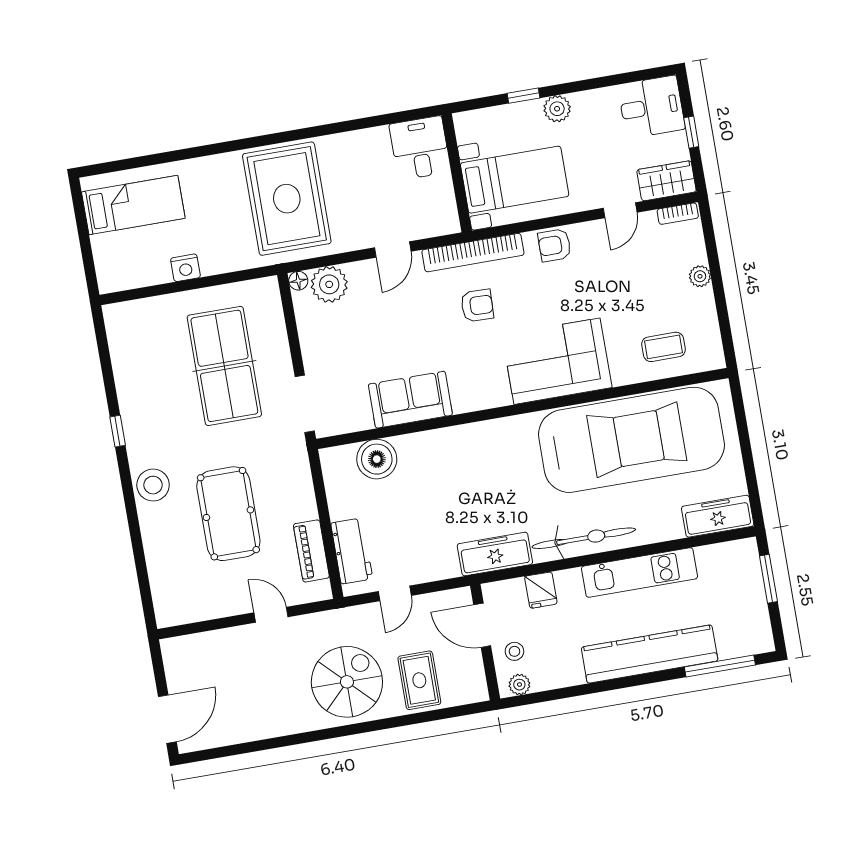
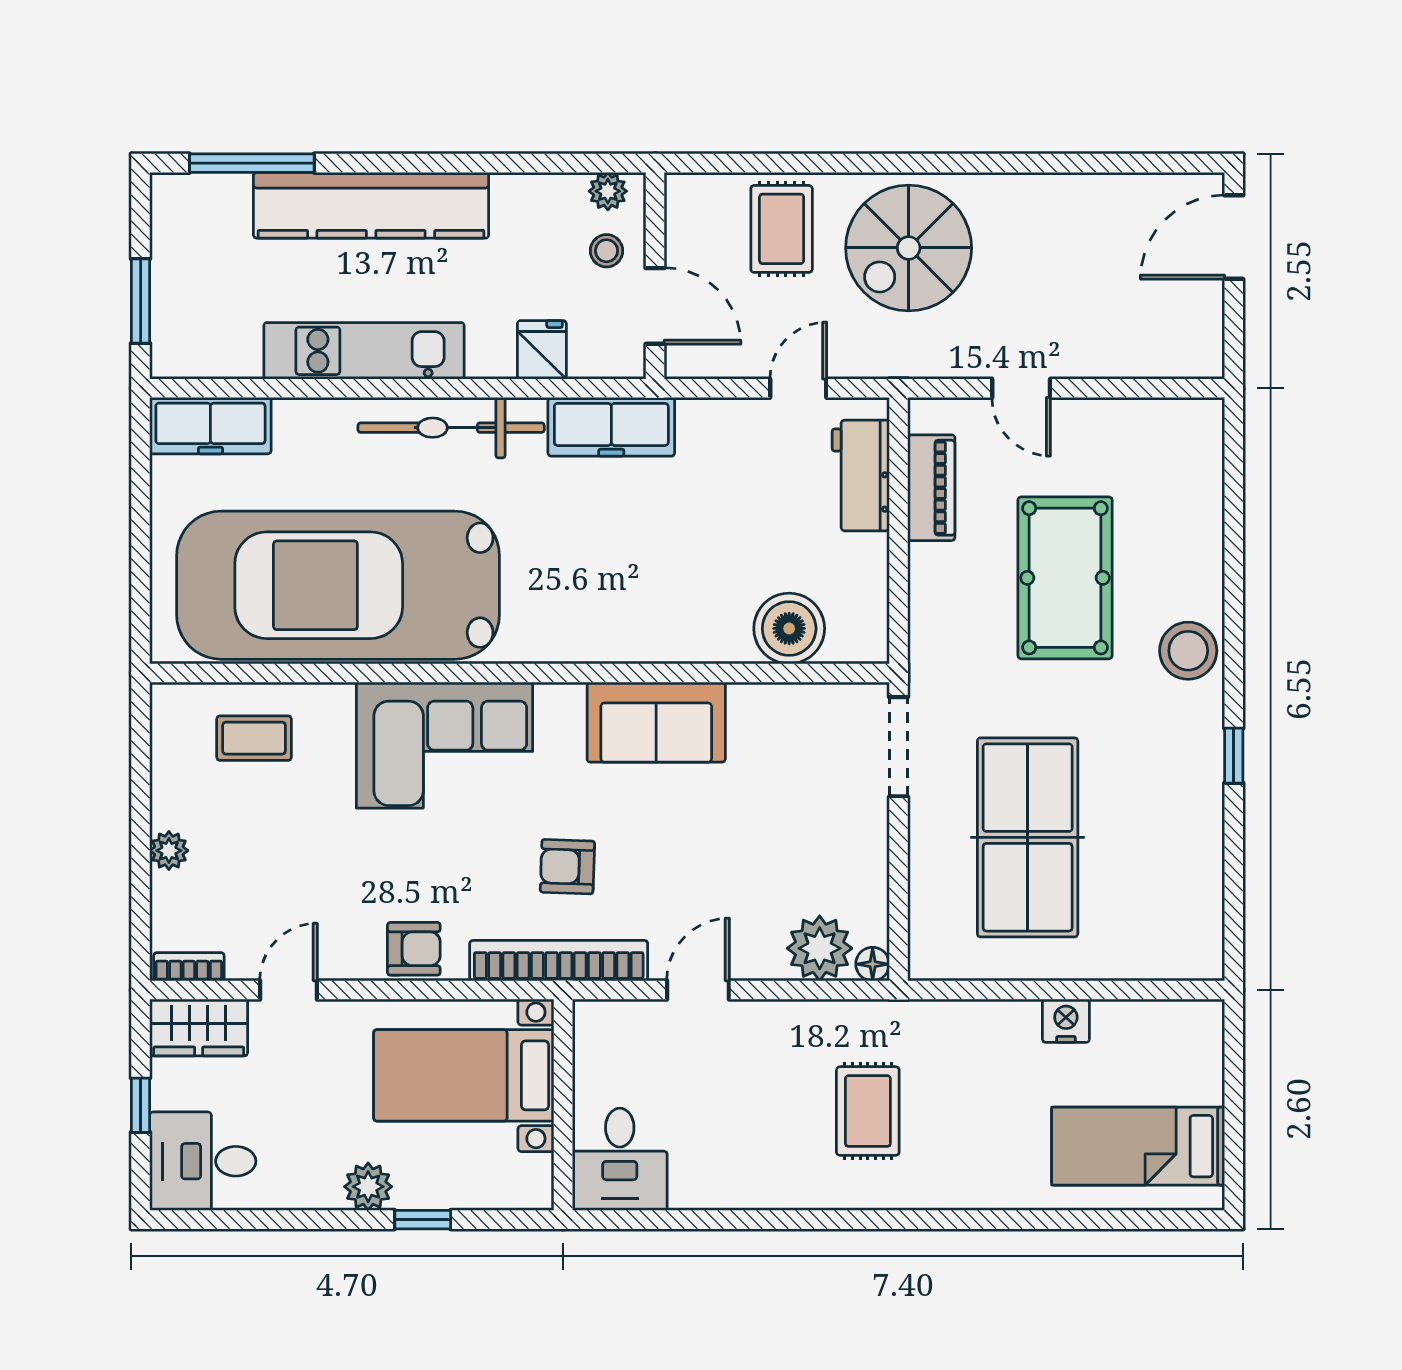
rug: (287, 199) -> (868, 1111), width x0.54, depth x0.49
sofa: (410, 400) -> (656, 722), moved

